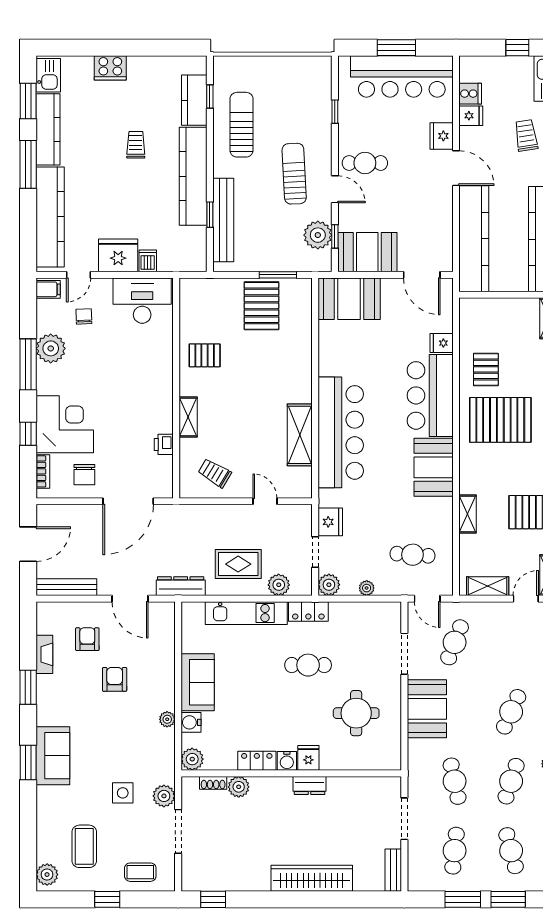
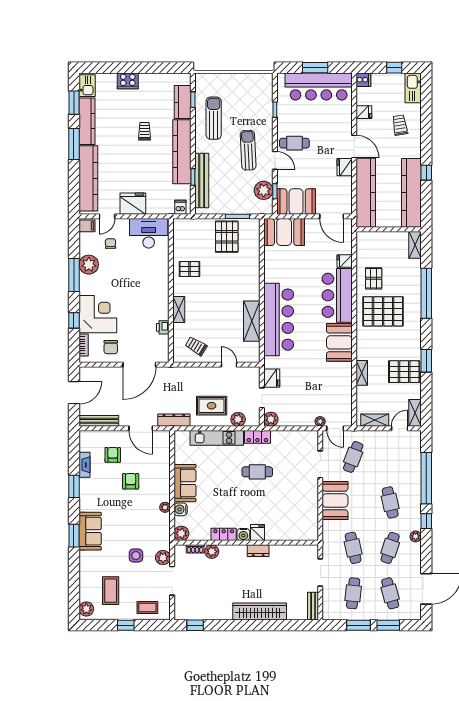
cooker: (470, 94) -> (363, 80), moved
fridge: (442, 136) -> (345, 167), moved
dishwasher: (148, 261) -> (180, 207), moved
cafe table: (413, 555) -> (326, 400), removed
plant: (367, 588) -> (320, 421), moved
cafe table: (511, 712) -> (390, 502), turned -36
round table: (356, 713) -> (289, 503), removed

